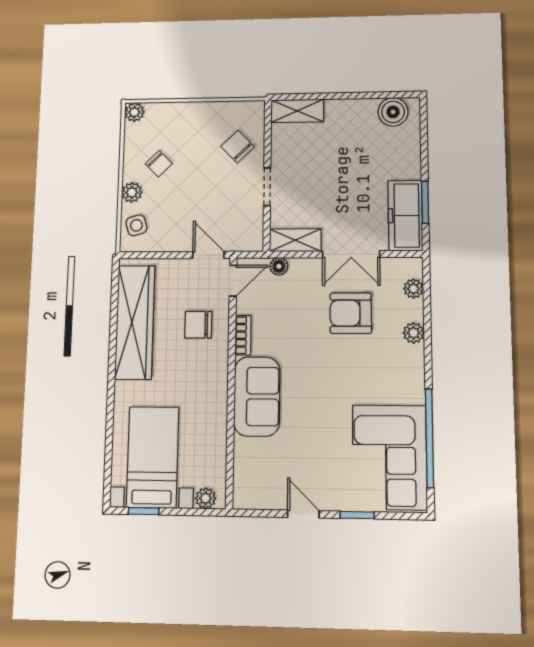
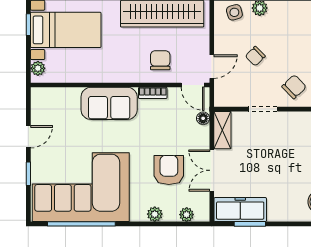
chair: (159, 164) -> (255, 56), moved
corner sofa: (390, 457) -> (81, 187), width x1.36, depth x1.36

